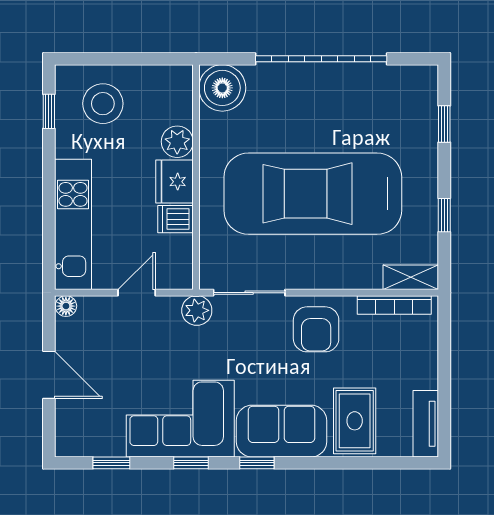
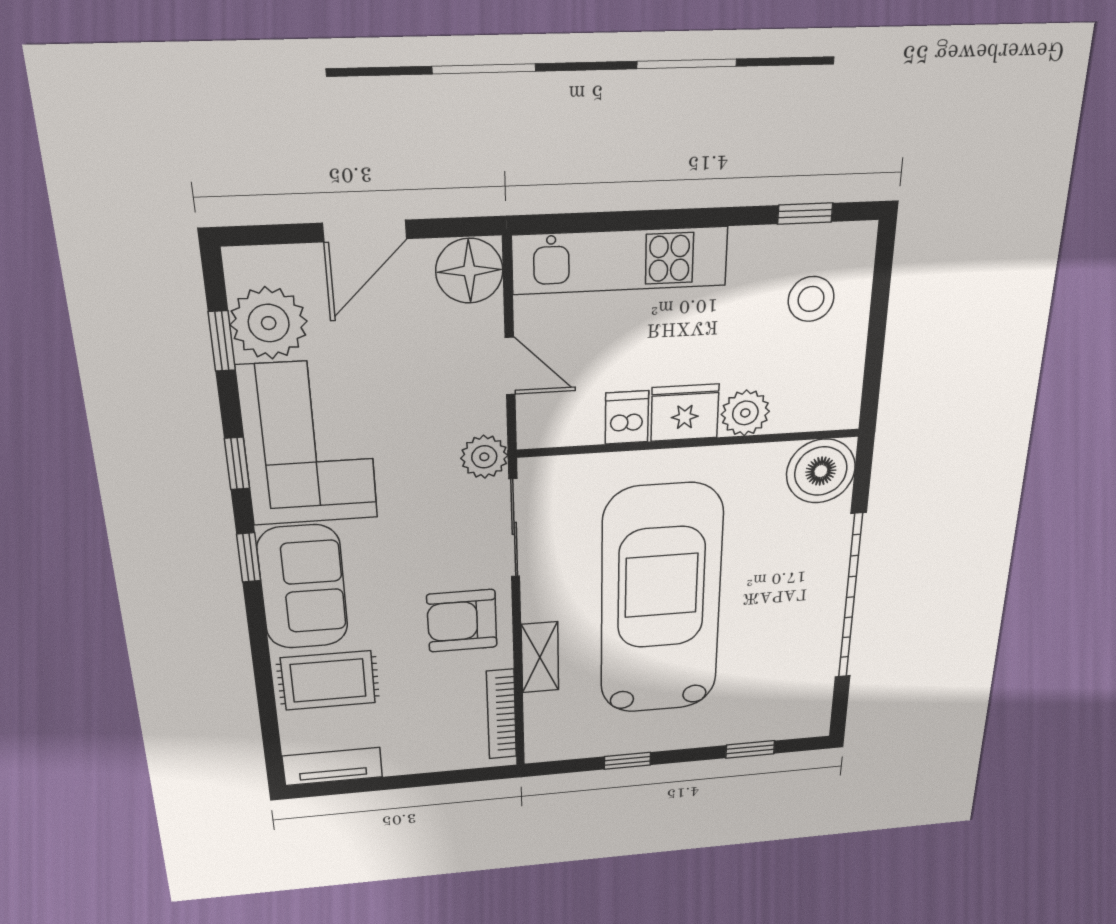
stool: (103, 104) -> (811, 299), width x0.73, depth x0.73
shelving: (411, 277) -> (540, 657), moved
floor lamp: (66, 306) -> (469, 271), width x1.89, depth x1.89
plant: (102, 435) -> (269, 323), added

